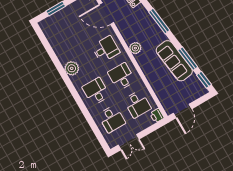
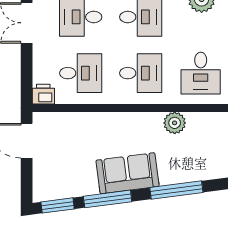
window: (159, 21) -> (176, 190), moved
sofa: (174, 61) -> (128, 173), width x0.73
desk: (137, 104) -> (81, 73), turned 180

